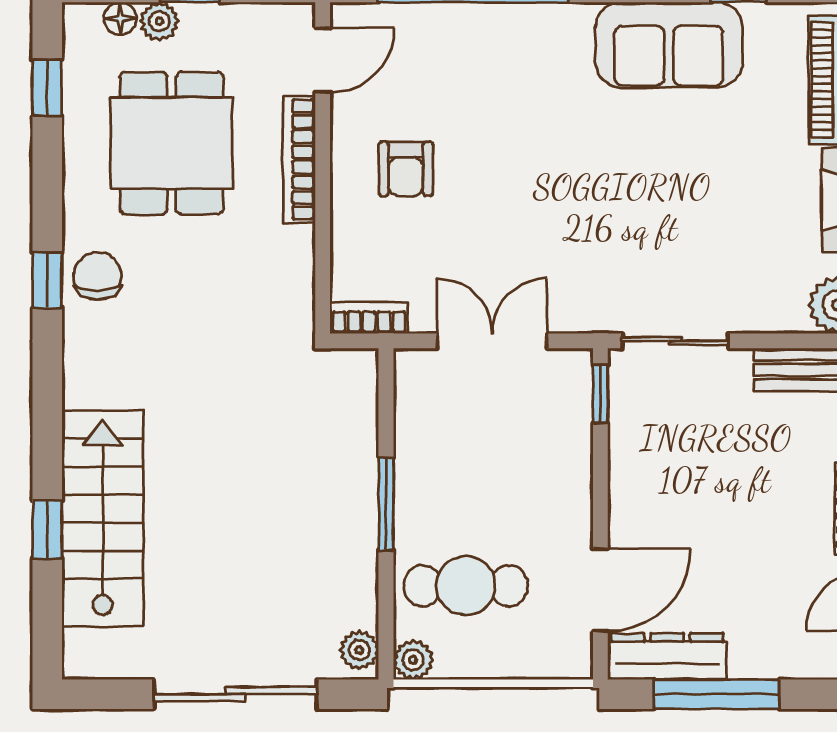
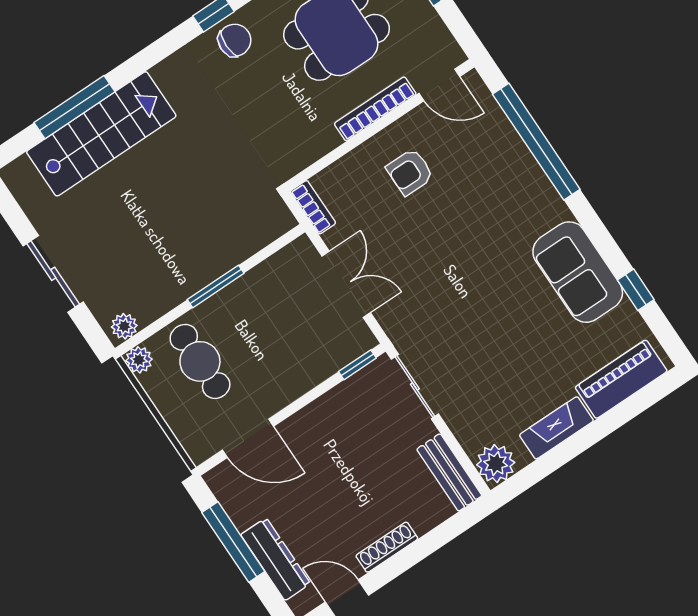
window: (47, 530) -> (74, 107), width x2.17
dresser: (667, 656) -> (276, 559), moved
sliding door: (235, 694) -> (53, 274), width x0.73

